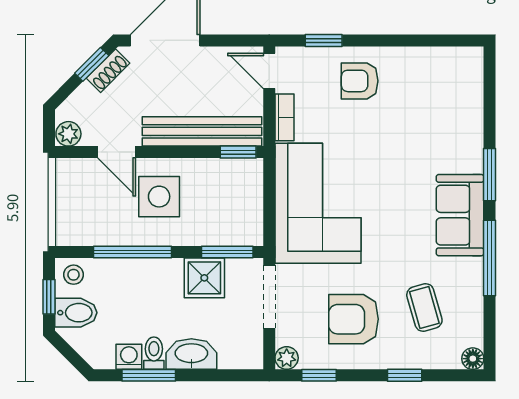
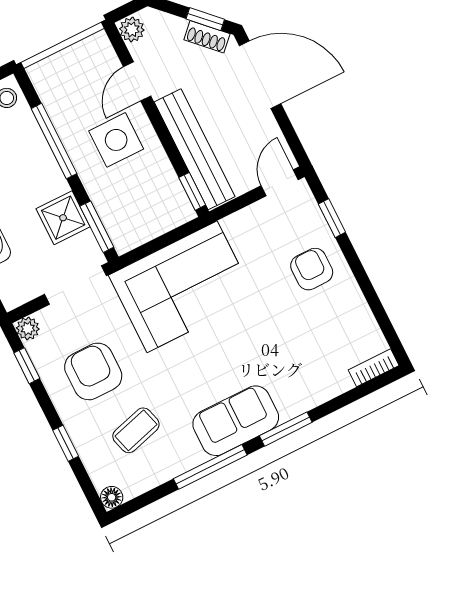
bookcase: (284, 117) -> (374, 368), moved, turned 180

